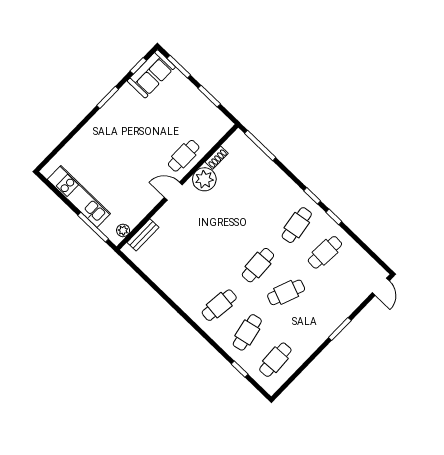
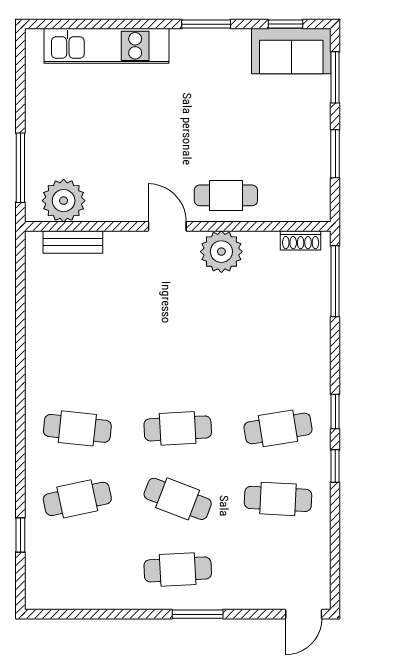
shoe rack: (217, 158) -> (301, 240), moved
kitchen unit: (79, 196) -> (106, 46), moved, turned 90
plant: (123, 230) -> (64, 201), width x1.87, depth x1.87
cafe table: (275, 360) -> (178, 569), moved

